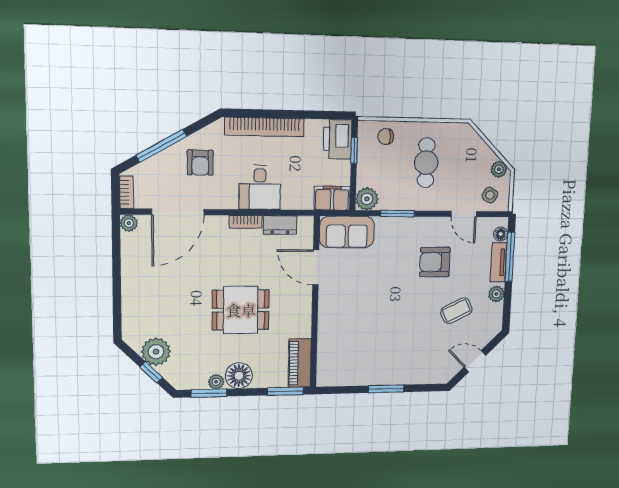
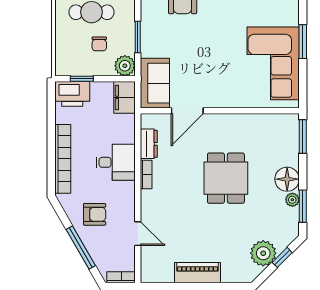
chair: (386, 136) -> (99, 44), moved
door: (178, 212) -> (138, 234), width x0.53
plant: (129, 223) -> (148, 276), removed
corner sofa: (364, 359) -> (273, 63), added
piano: (300, 363) -> (197, 273), moved, turned 180

